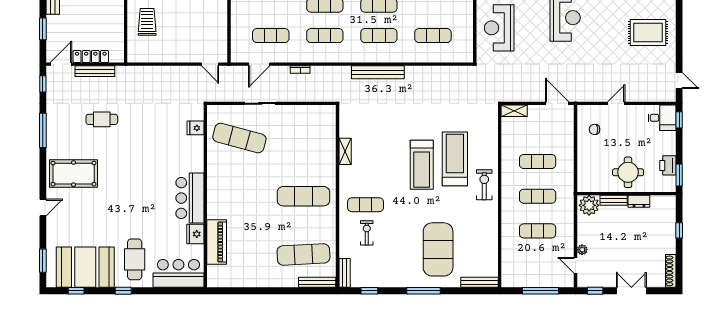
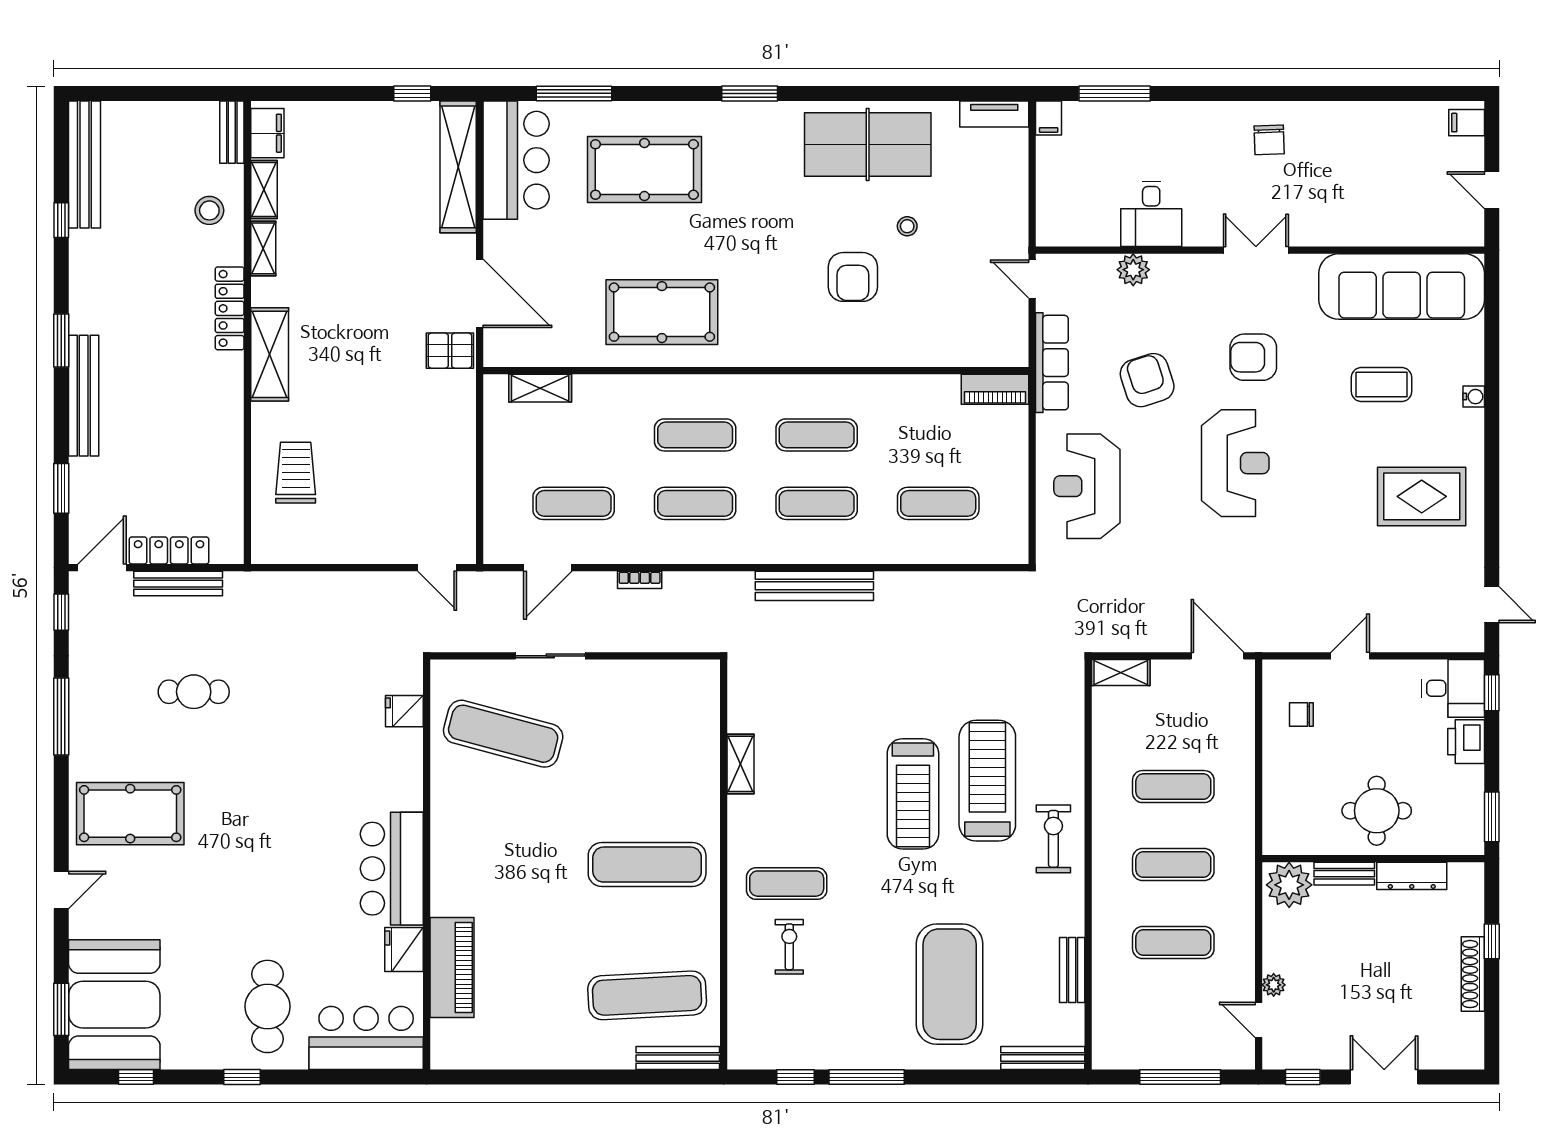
printer: (668, 165) -> (1466, 742), moved
dresser: (639, 201) -> (1412, 876), width x1.44
booth: (85, 267) -> (114, 1005), moved, turned 90
shoe rack: (671, 271) -> (1473, 974), moved
bench: (345, 273) -> (1072, 970), moved
window: (423, 291) -> (867, 1077), moved

